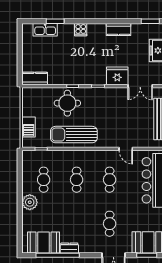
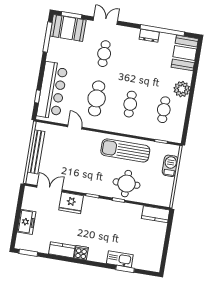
kitchen sink: (45, 30) -> (120, 259), moved
cooker: (81, 30) -> (81, 253), moved
sun lounger: (74, 135) -> (125, 150), turned 180
cafe table: (110, 180) -> (97, 98), width x1.37, depth x1.35
booth: (43, 242) -> (185, 53), moved, turned 90

